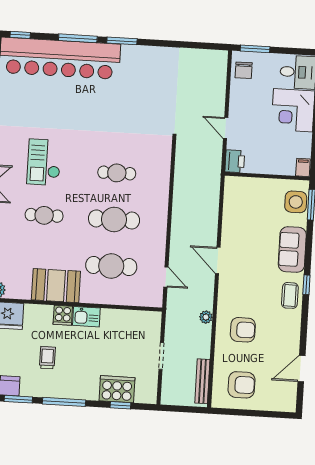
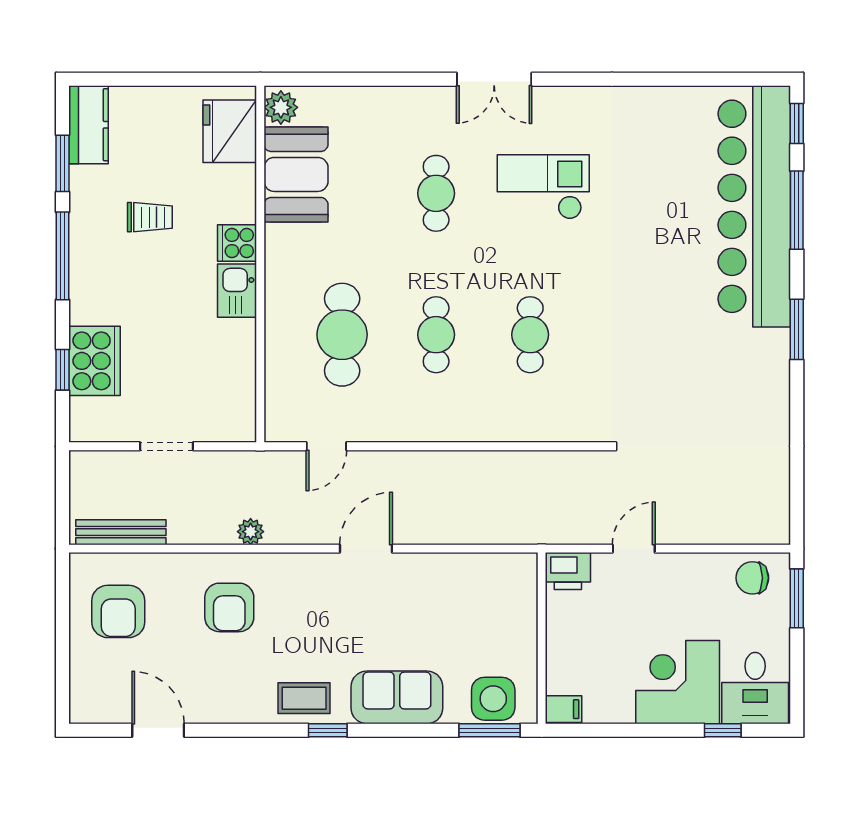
window: (78, 38) -> (797, 210), moved
cafe table: (114, 219) -> (436, 335), width x0.73, depth x0.74
booth: (56, 286) -> (296, 174), moved

